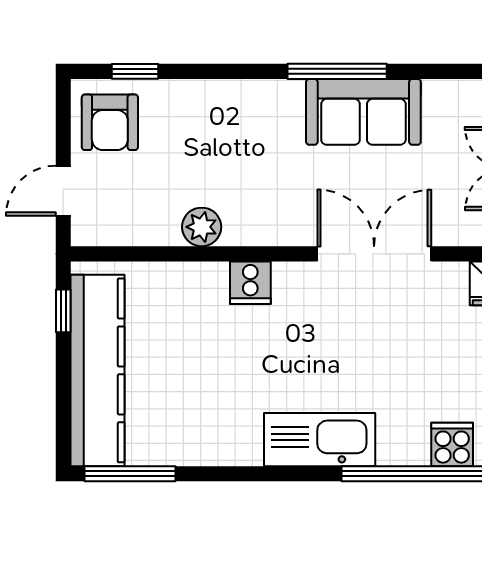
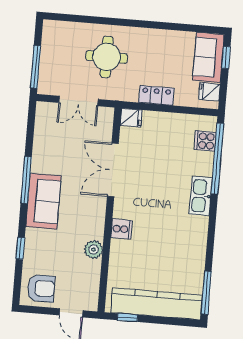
window: (135, 71) -> (20, 248), moved
sofa: (363, 112) -> (43, 201), moved
kitchen sink: (320, 440) -> (201, 196), width x0.73, depth x0.81

